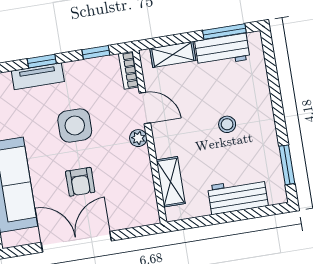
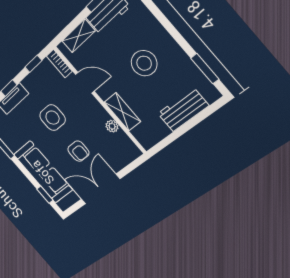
stool: (227, 124) -> (144, 63), width x1.89, depth x1.89
plant: (138, 138) -> (112, 126), moved
shelving: (171, 182) -> (122, 112), moved

